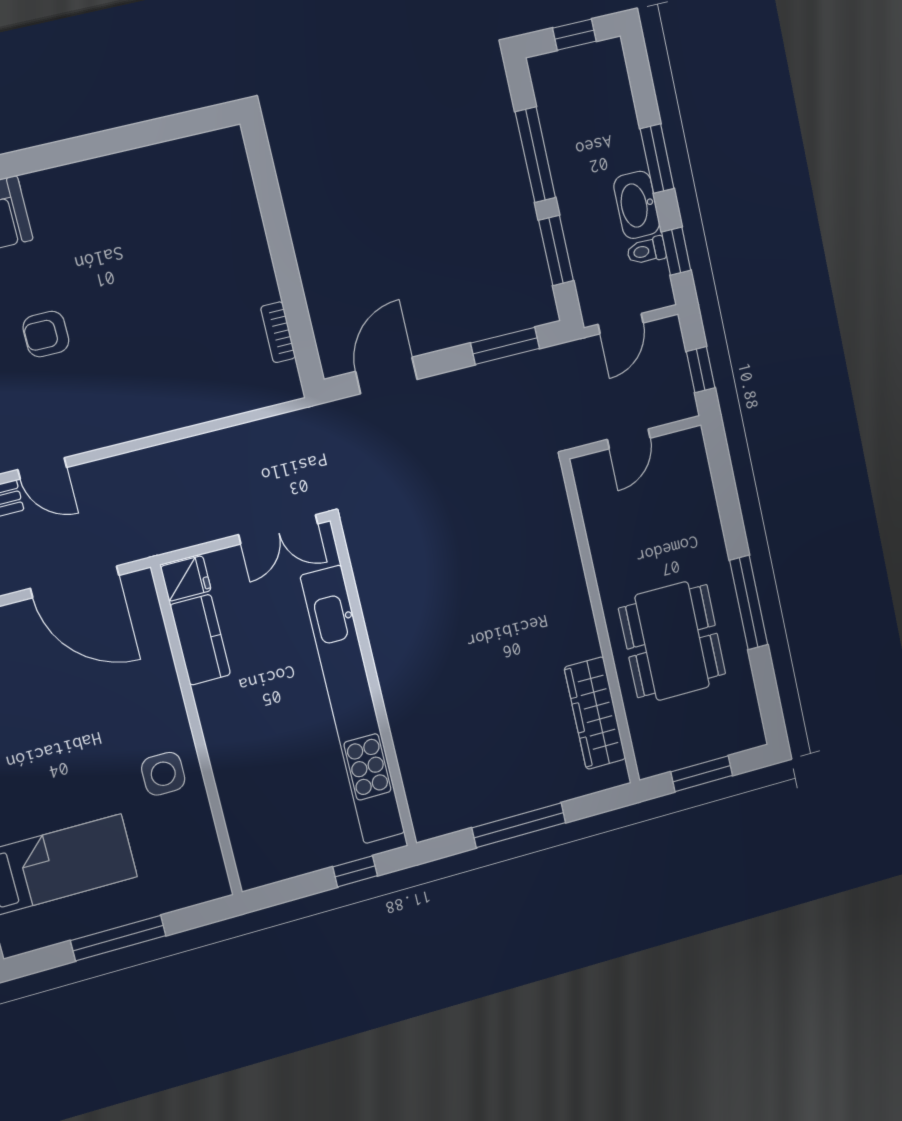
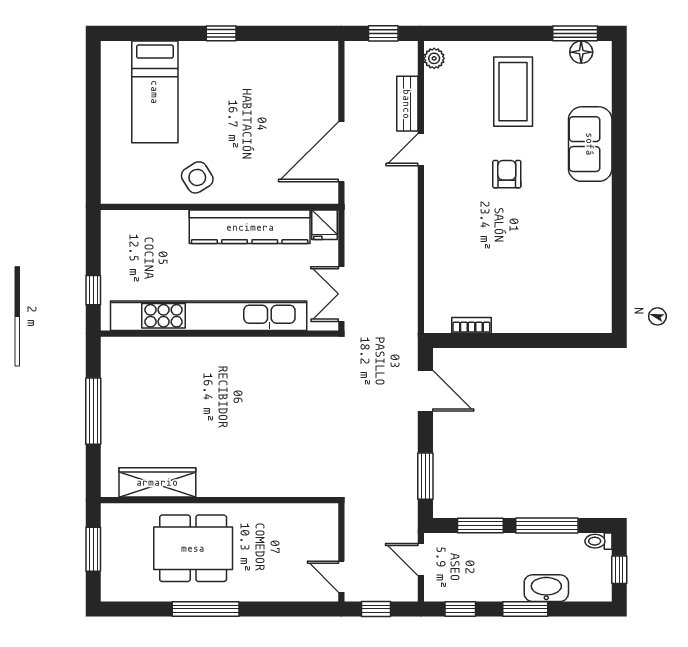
washbasin: (637, 205) -> (546, 588), moved
toilet: (646, 251) -> (598, 541), moved, turned -90
door: (629, 439) -> (341, 577), moved
kitchen counter: (200, 640) -> (250, 227), width x2.08, depth x1.17
side table: (163, 774) -> (197, 177), turned -32
window: (118, 938) -> (93, 120), removed

